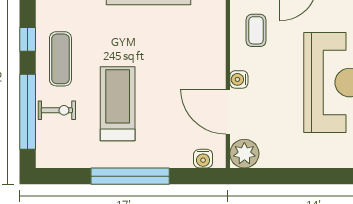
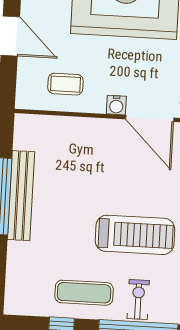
treadmill: (118, 104) -> (135, 235), turned 180
door: (228, 112) -> (150, 119), hinge flipped

